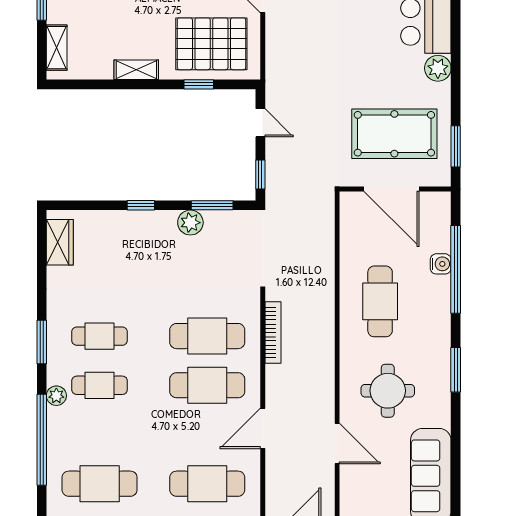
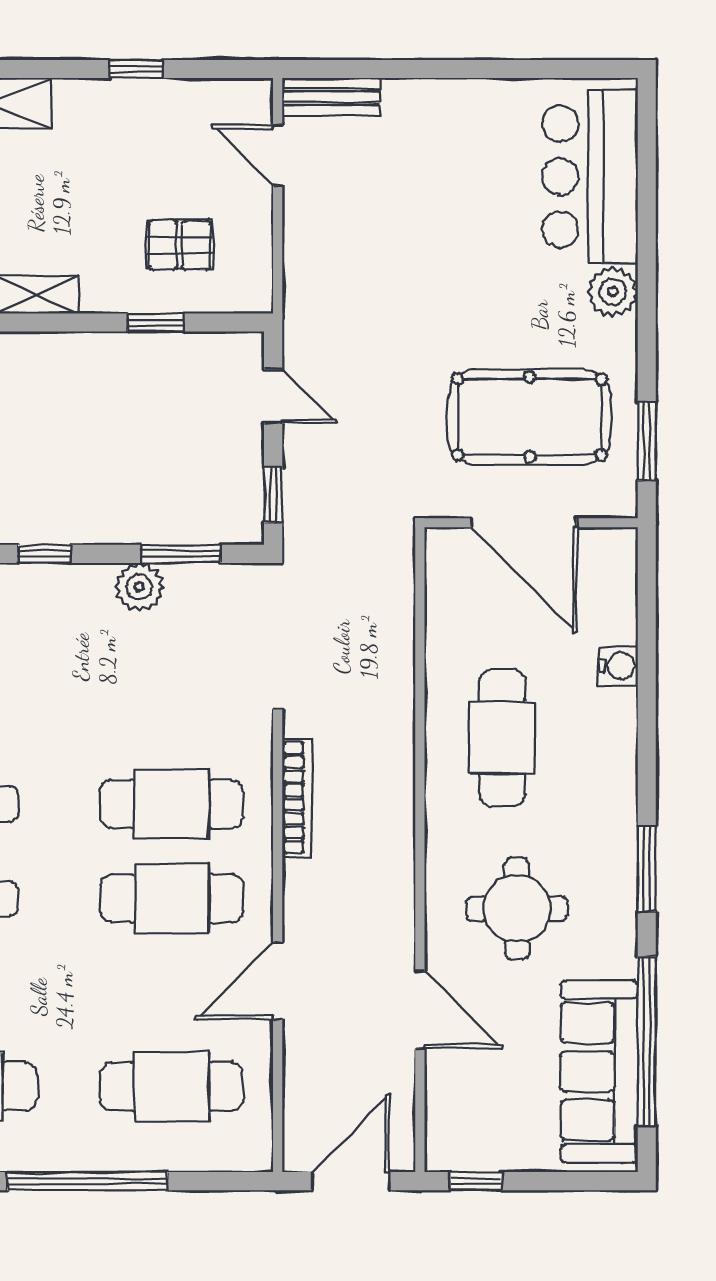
pallet: (211, 44) -> (180, 245), width x0.49, depth x0.50
window: (456, 269) -> (647, 1041), moved

